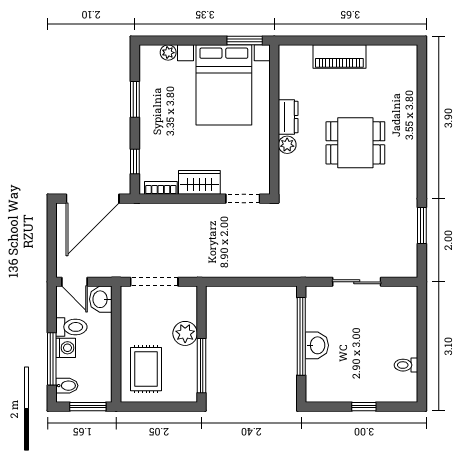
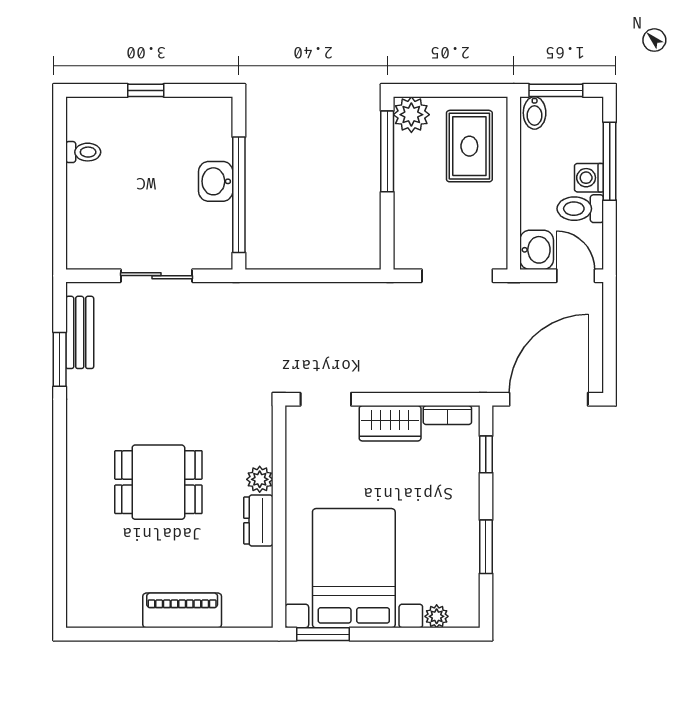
bench: (408, 244) -> (80, 332), added
plant: (185, 333) -> (411, 115), moved
bidet: (67, 386) -> (535, 113), moved, turned -90

